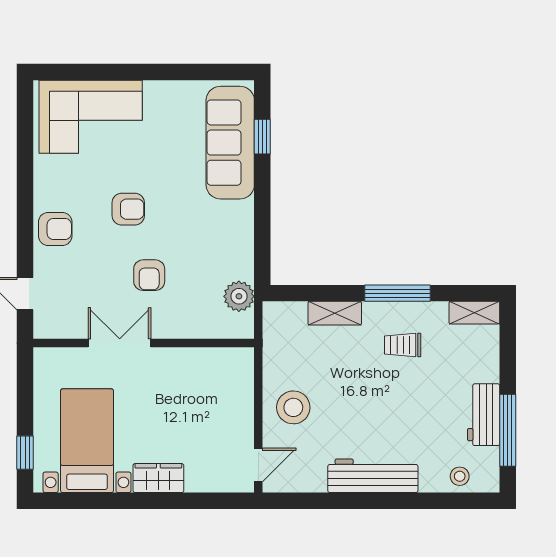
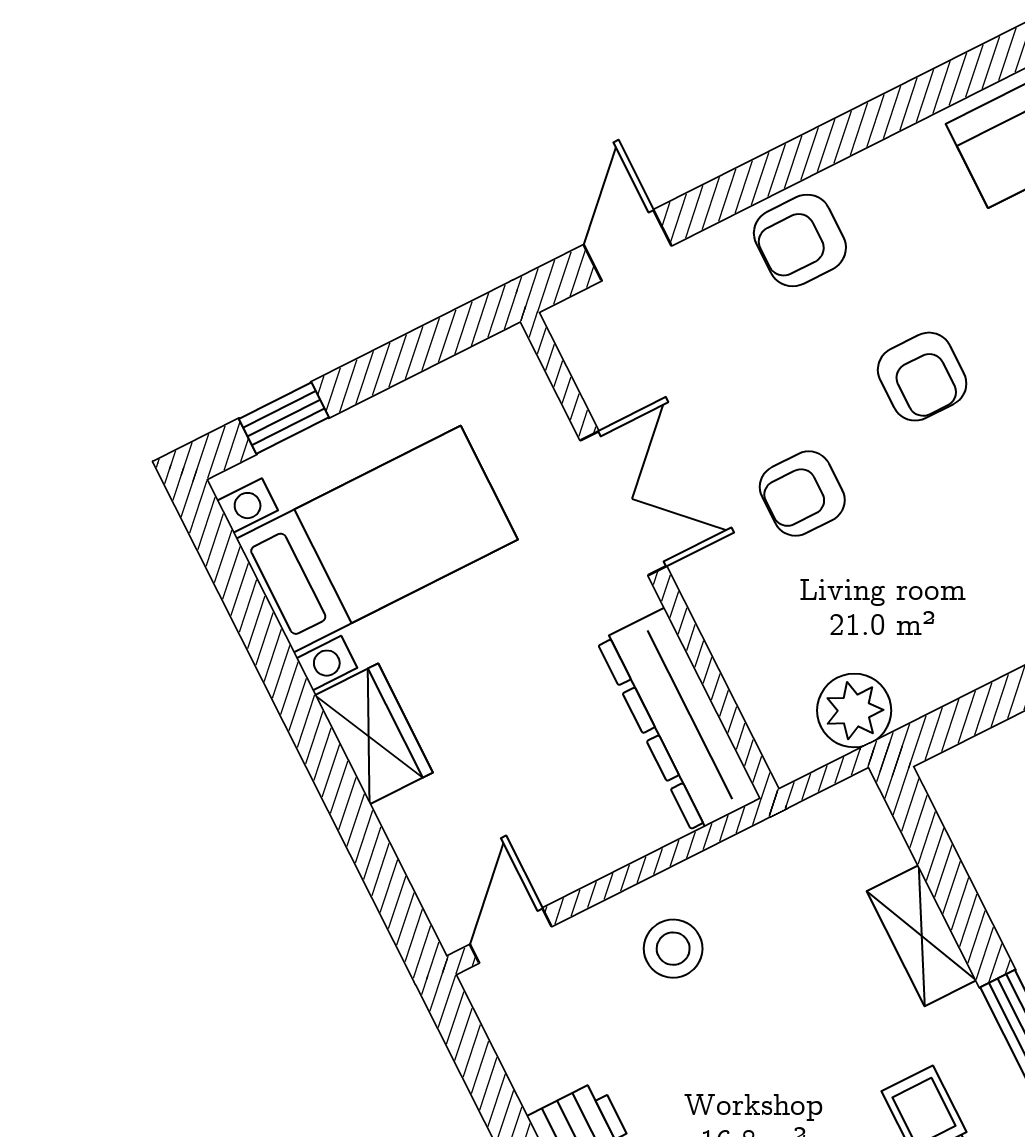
armchair: (55, 229) -> (800, 240), turned 90
dresser: (210, 363) -> (679, 720), added
stool: (293, 407) -> (673, 949), width x0.73, depth x0.73
door: (258, 465) -> (511, 935), swing flipped

